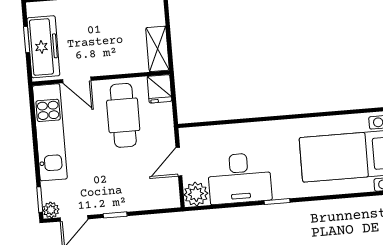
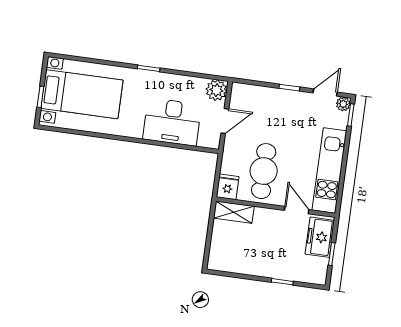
freezer: (43, 47) -> (320, 237), width x0.71
shelving: (158, 49) -> (234, 212), moved, turned 90
desk: (239, 178) -> (172, 122), moved, turned 180

